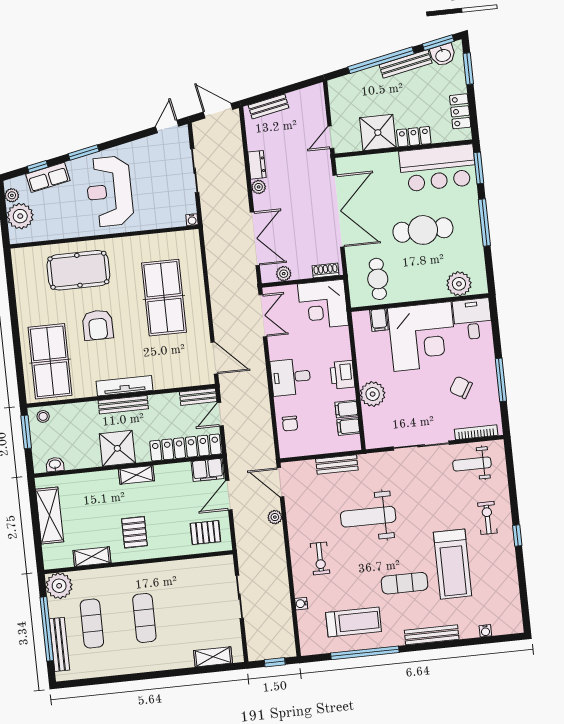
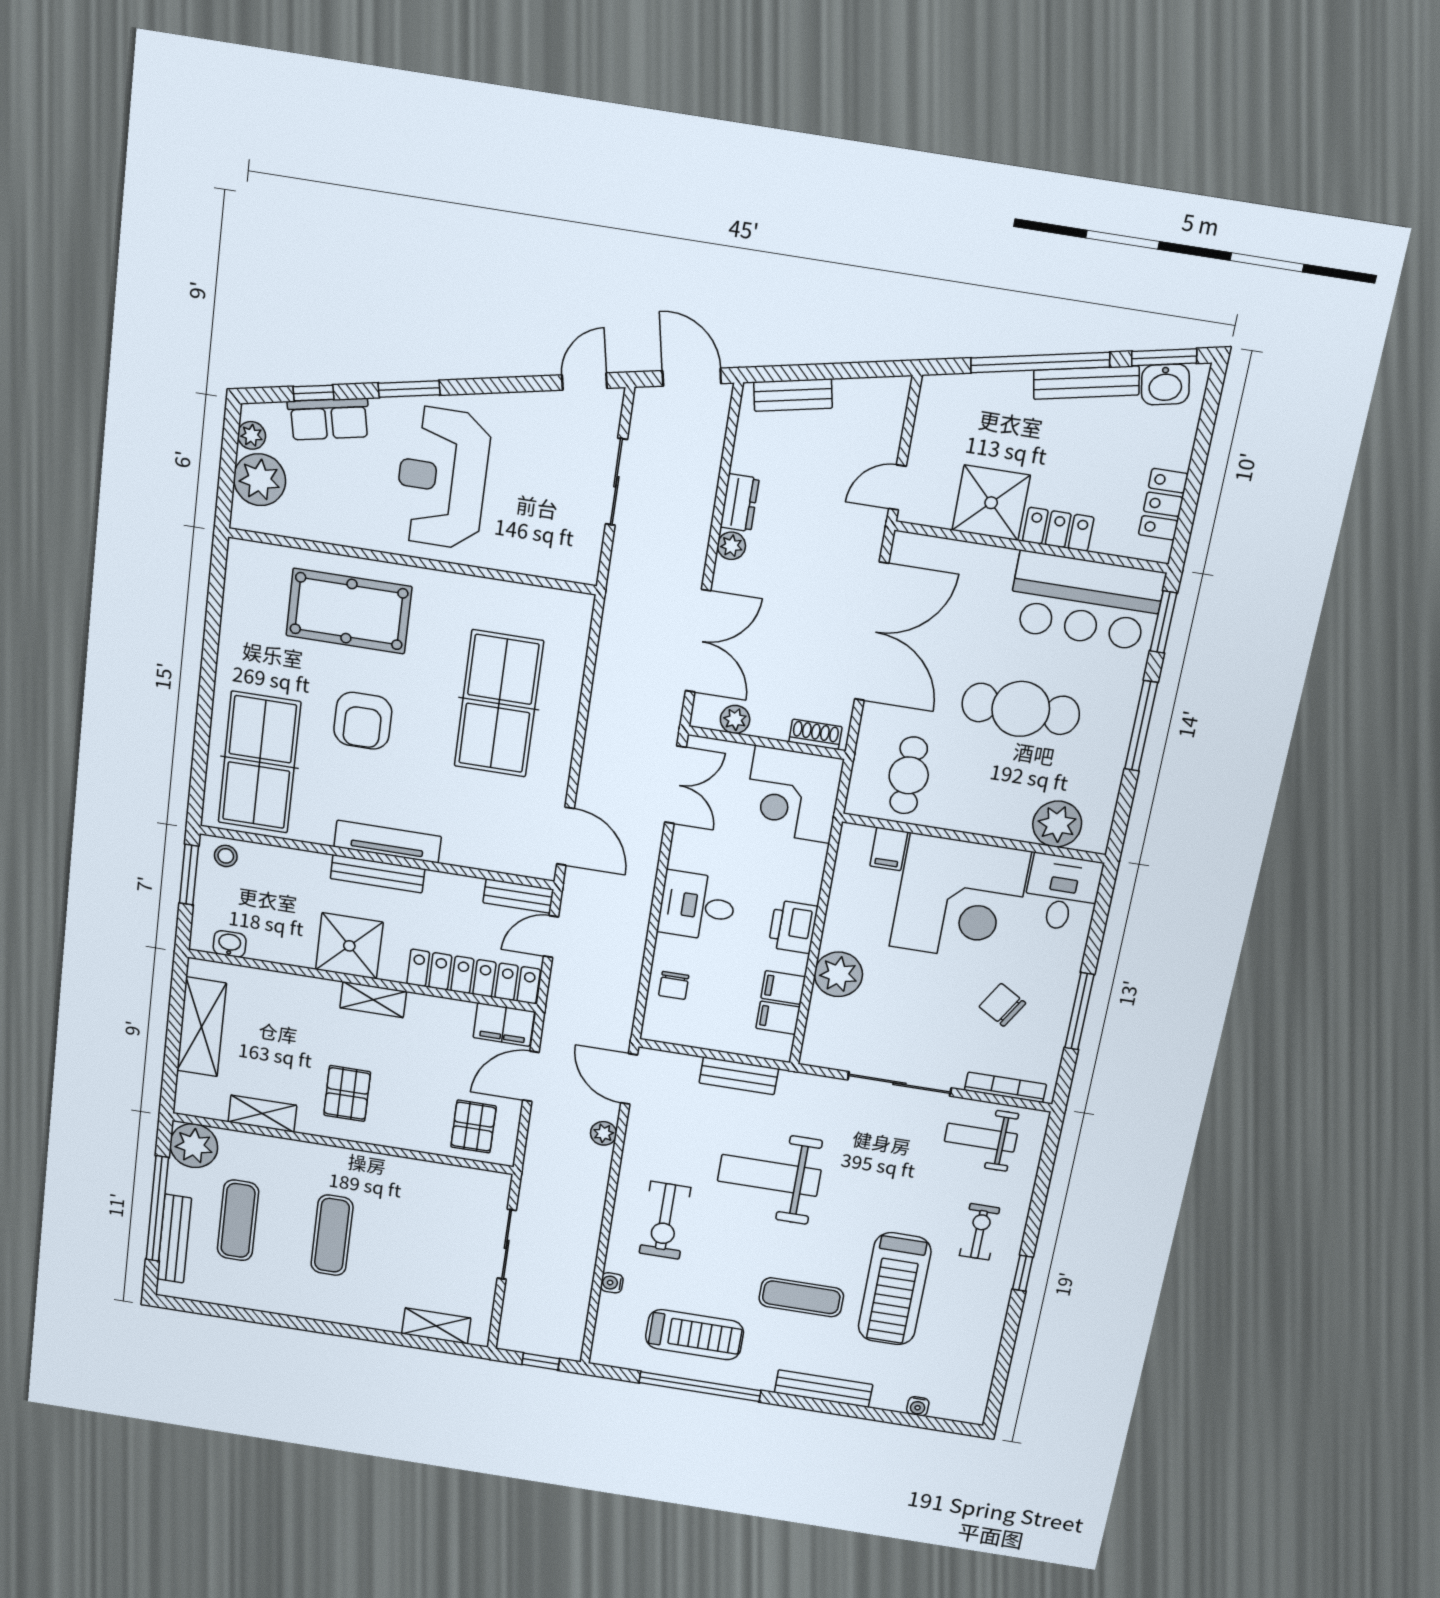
window: (468, 69) -> (1206, 425), removed
water cooler: (192, 220) -> (588, 574), removed
pallet: (205, 533) -> (473, 1127), turned 90
exercise bike: (320, 558) -> (665, 1220), width x1.38, depth x1.39

